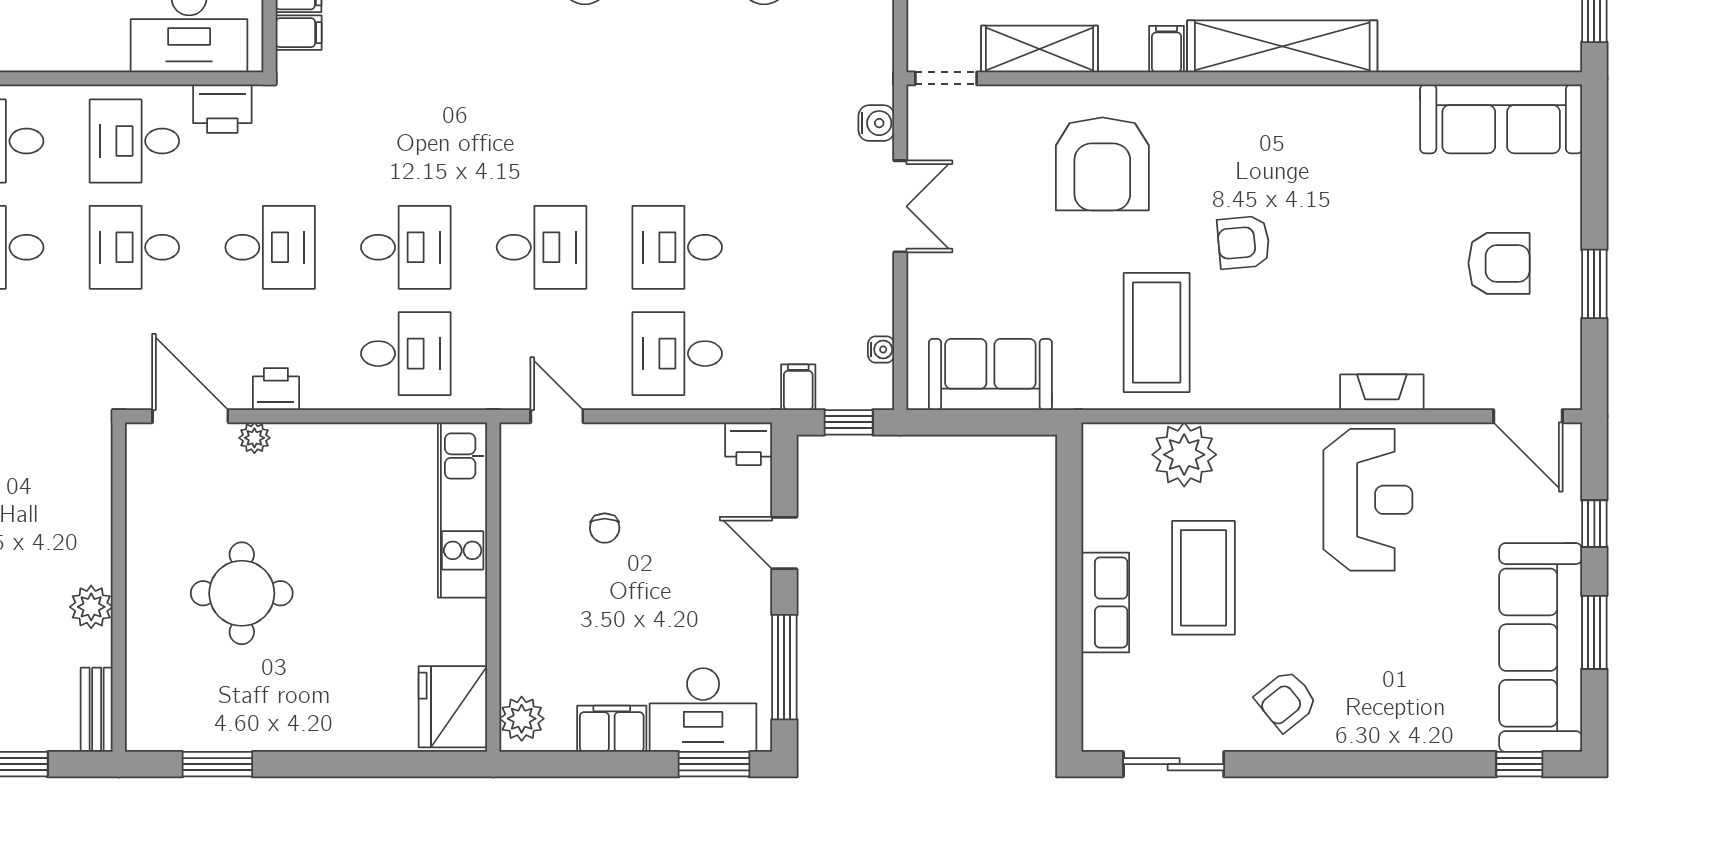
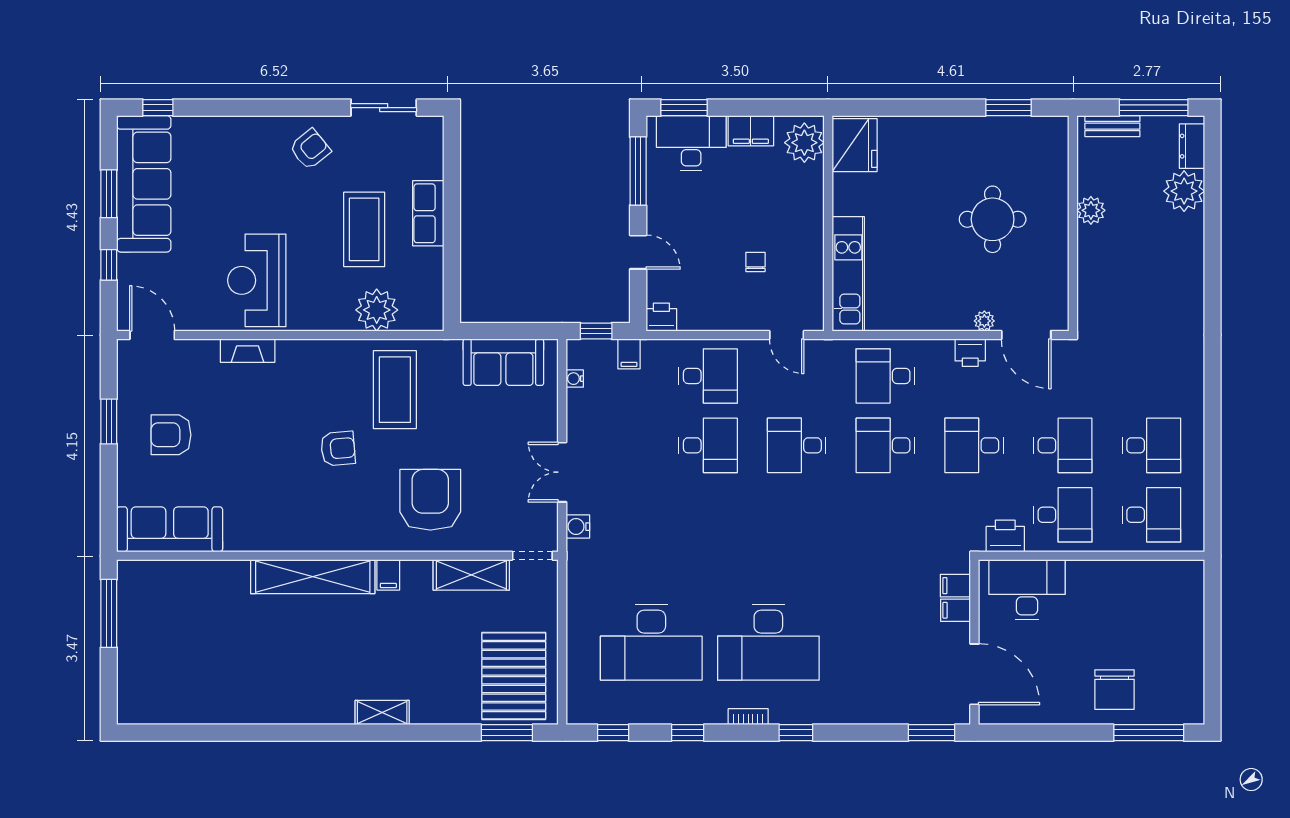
bench: (97, 710) -> (1112, 126), moved, turned 90
plant: (522, 719) -> (804, 143), width x1.36, depth x1.36

